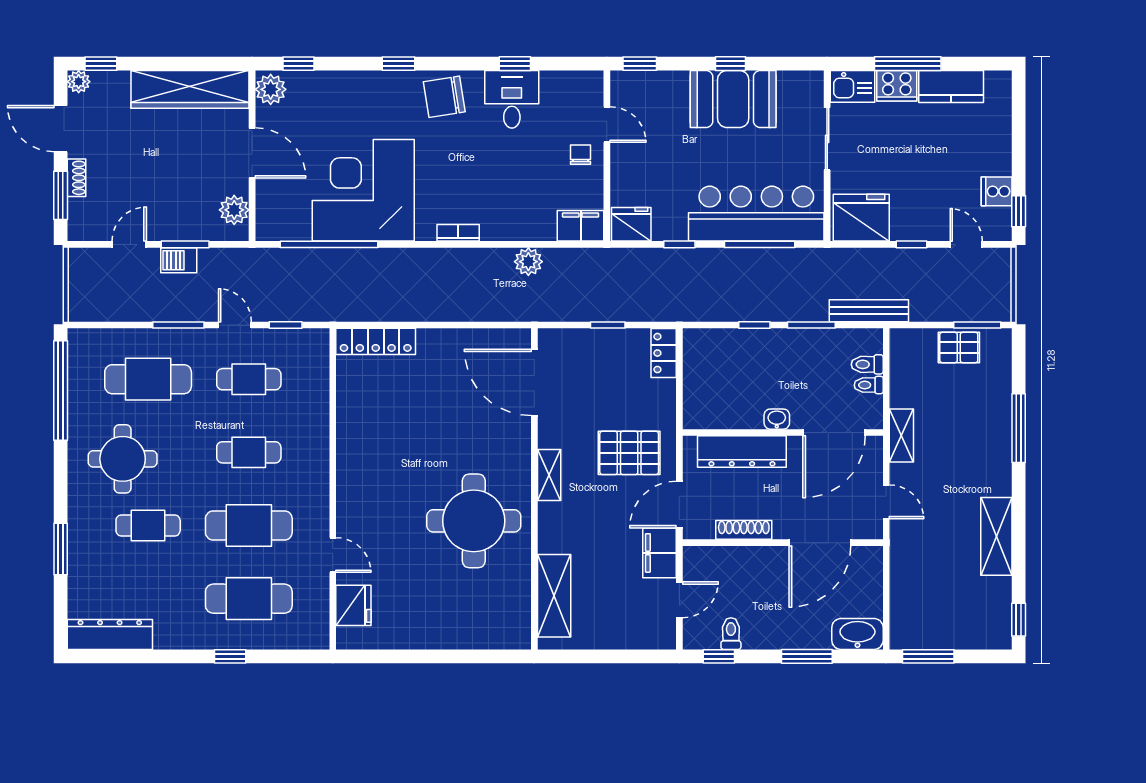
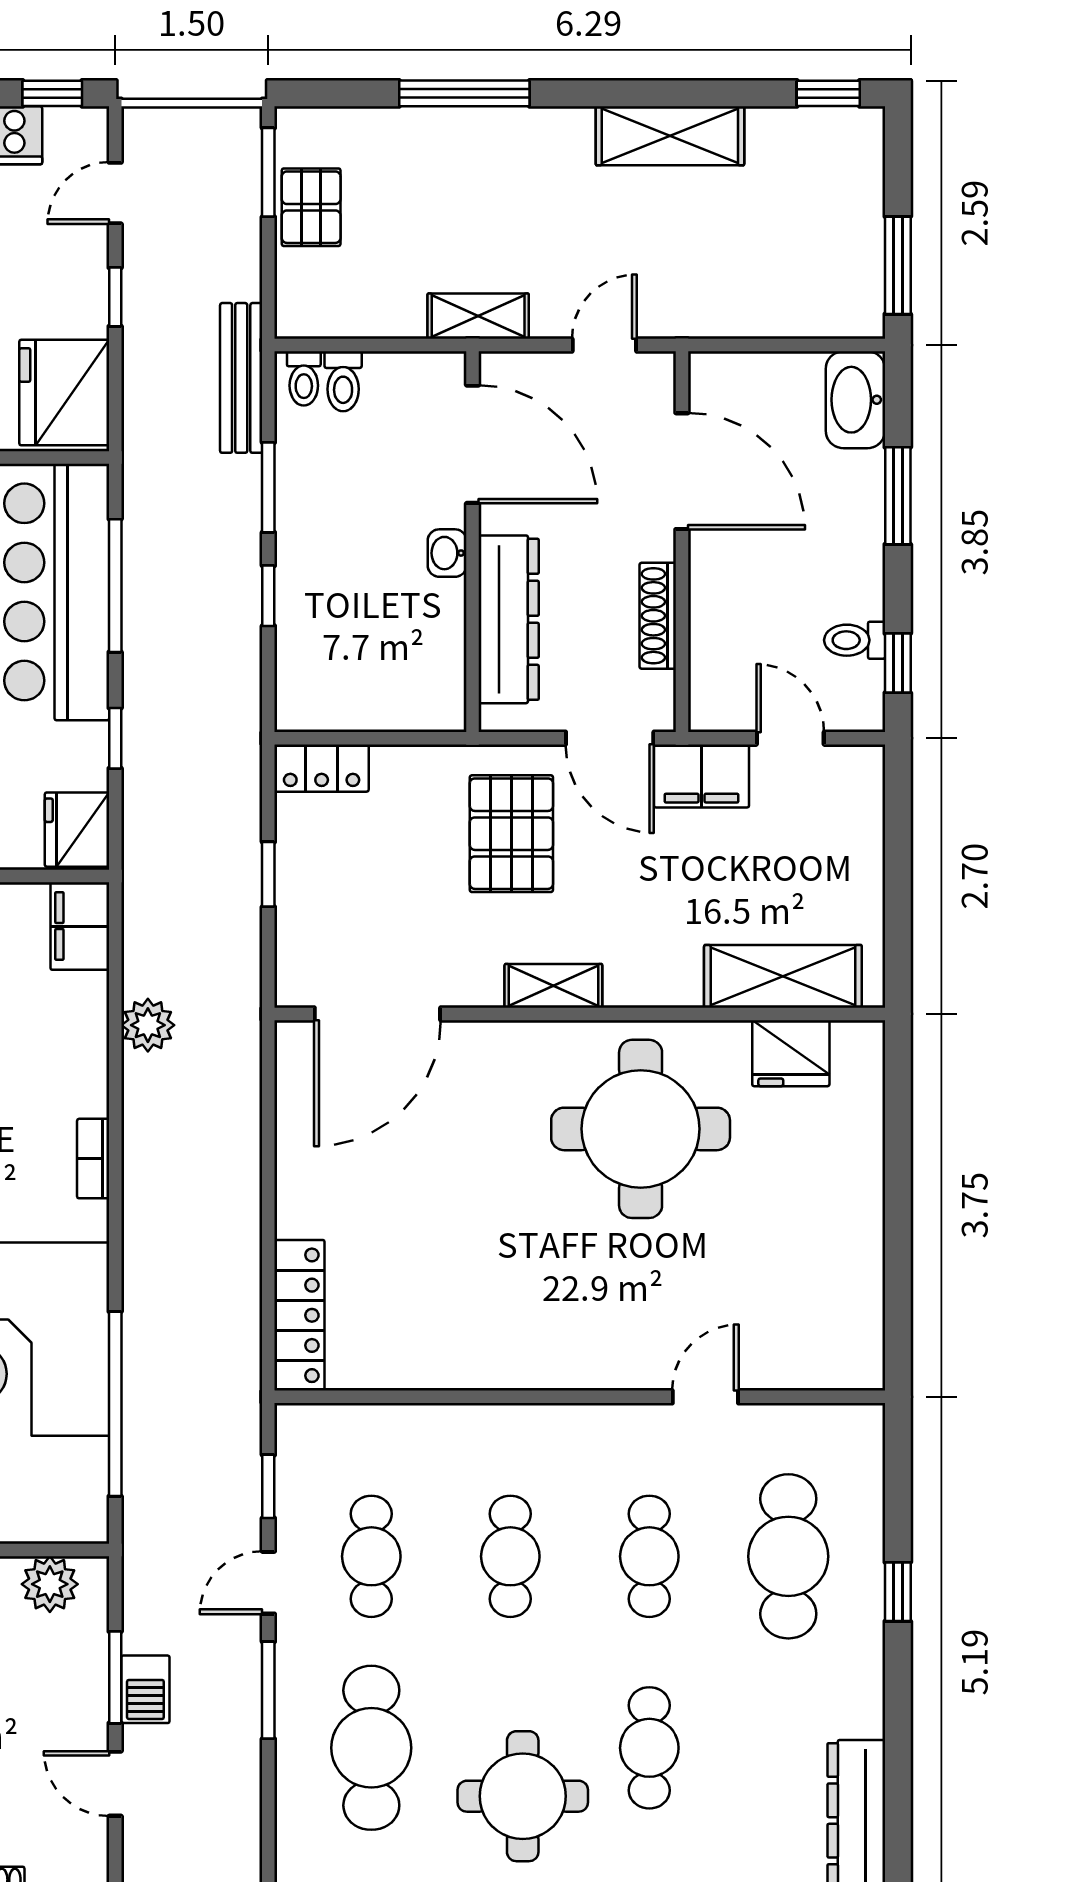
toilet: (869, 385) -> (304, 378), moved
cafe table: (249, 525) -> (649, 1556), width x0.73, depth x0.74
fridge: (353, 605) -> (791, 1053), moved, turned 180

